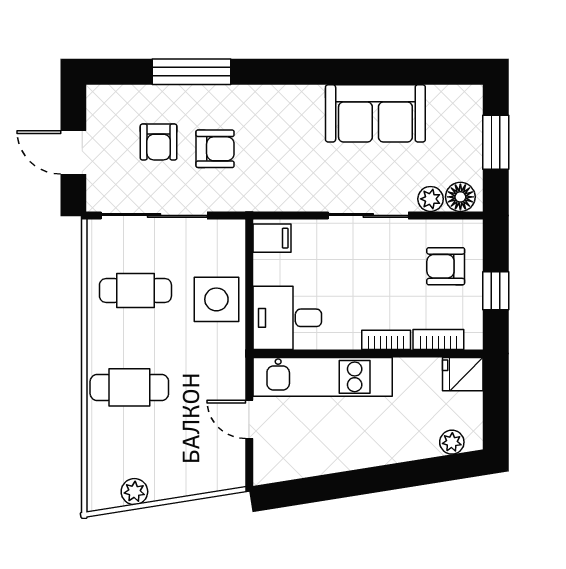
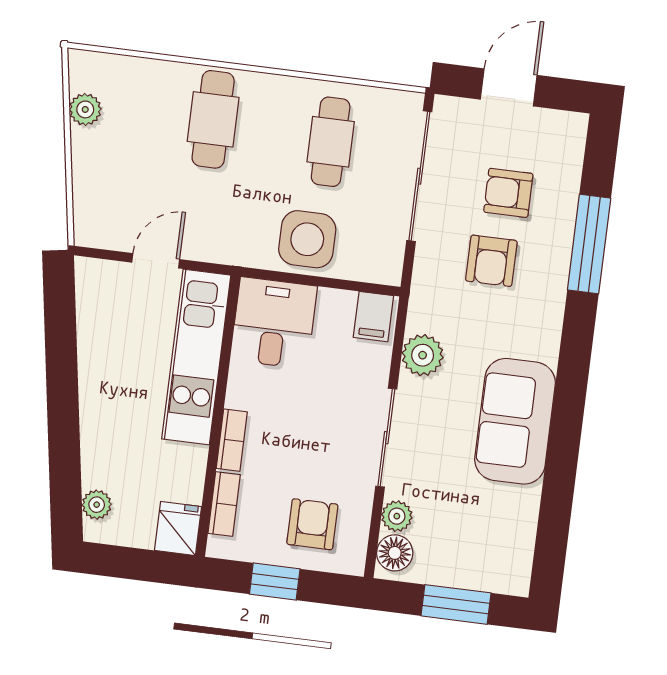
sofa: (375, 113) -> (515, 421), moved
plant: (298, 195) -> (423, 355), added

